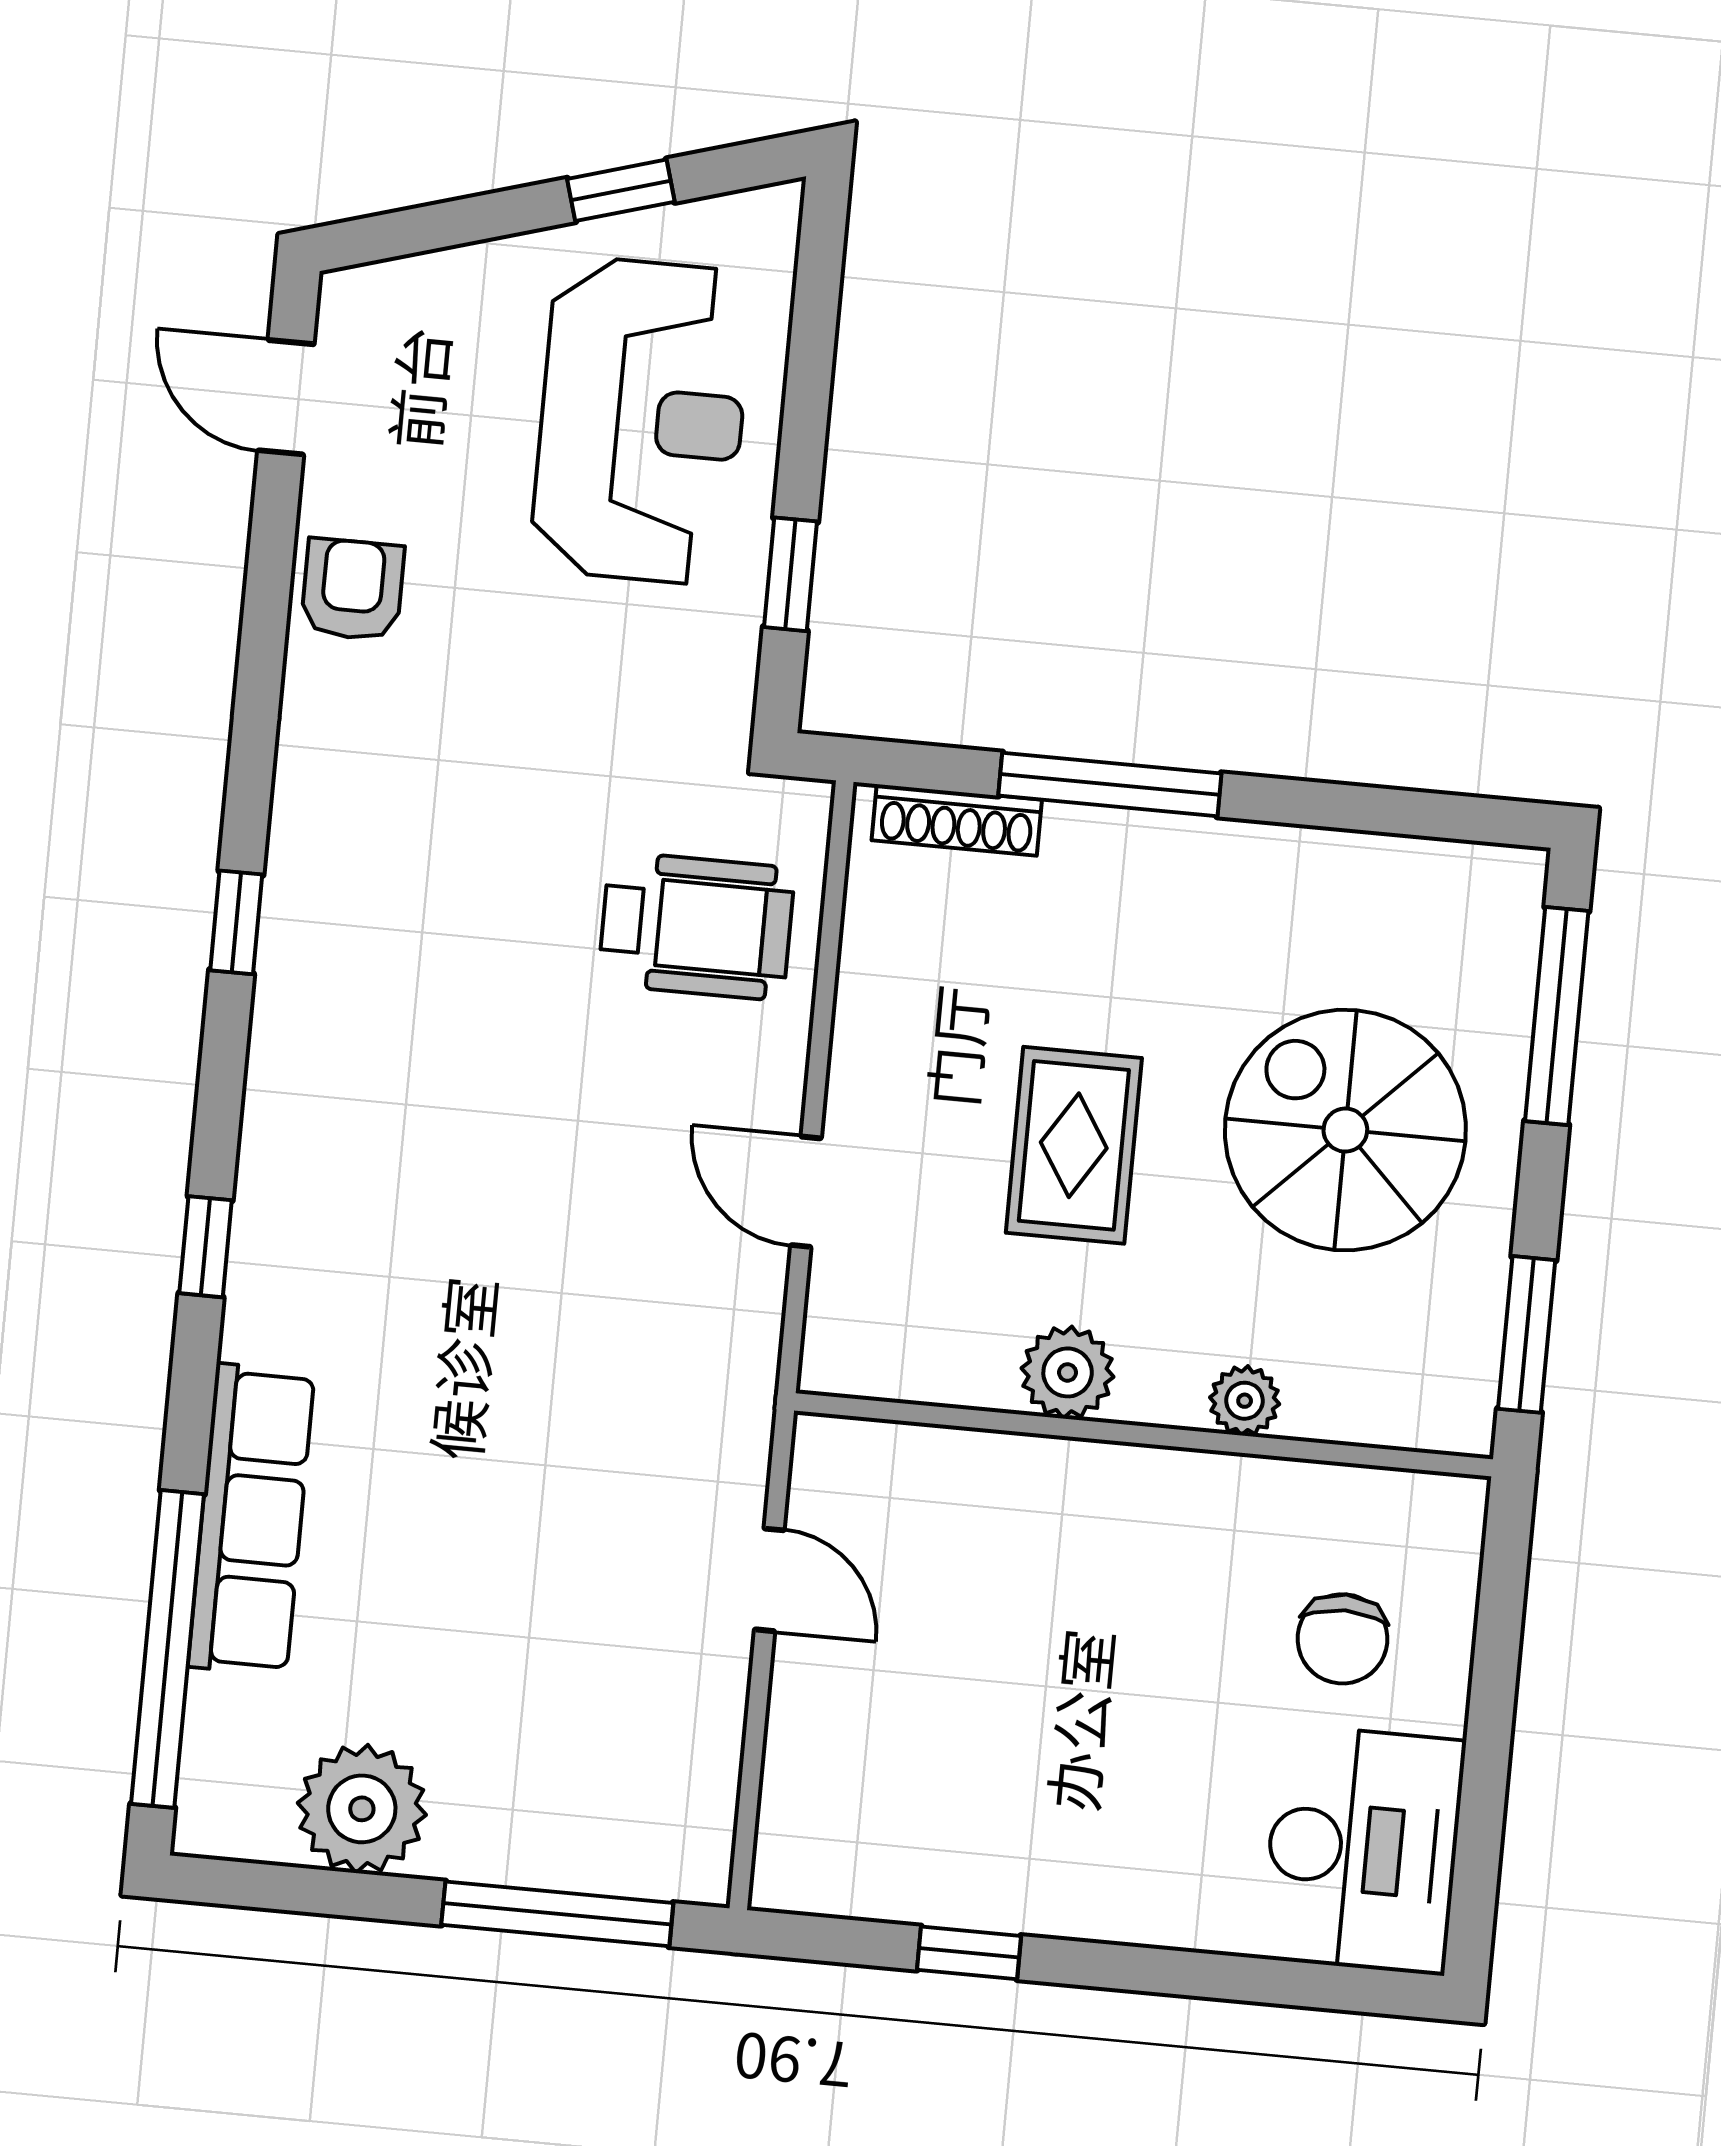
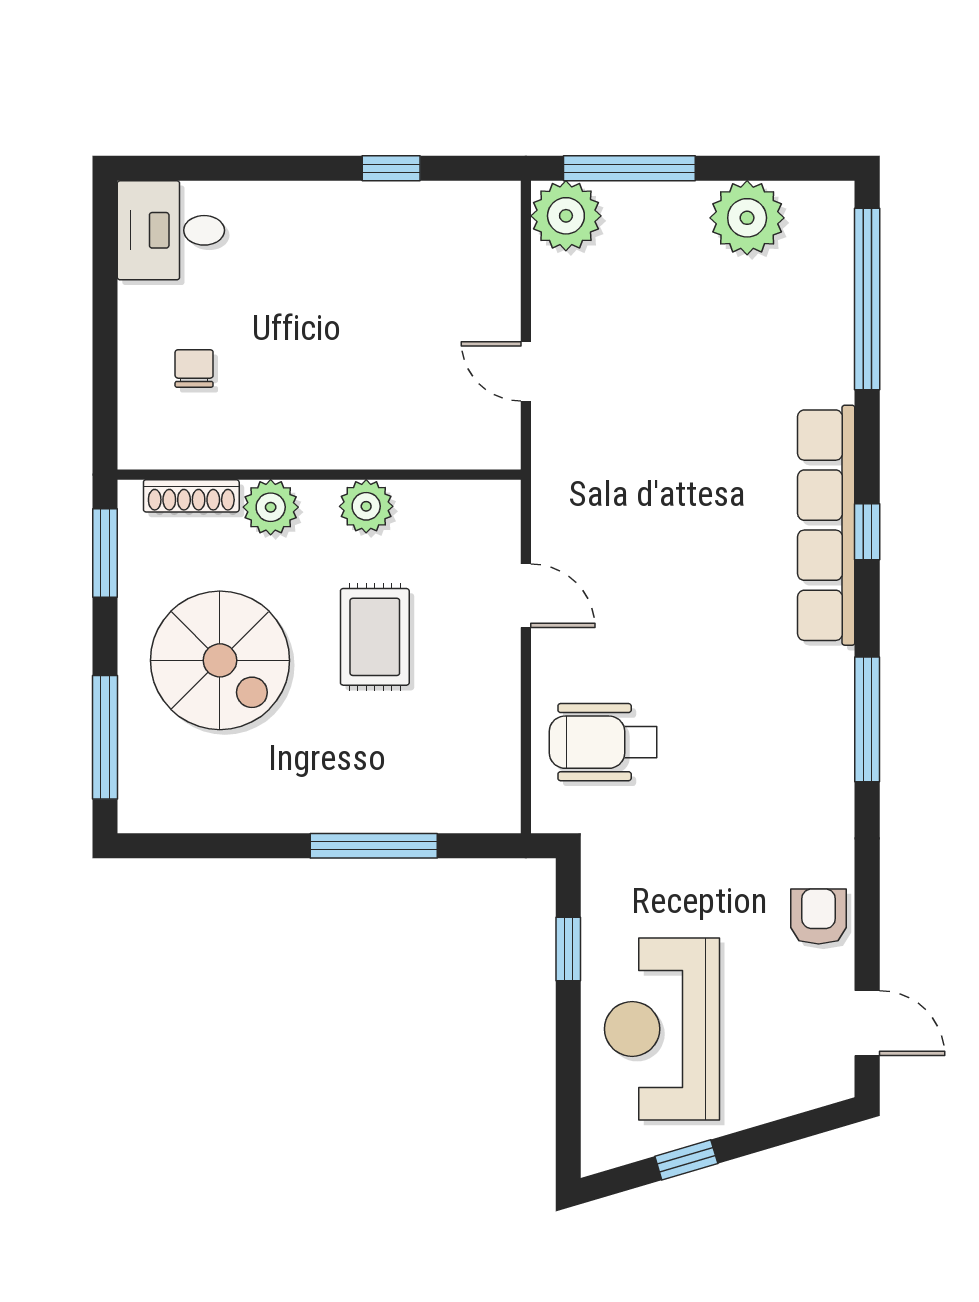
armchair: (353, 589) -> (819, 916), turned 180
shoe rack: (957, 820) -> (191, 496), moved, turned 180
window: (236, 922) -> (867, 719), width x2.17
plant: (1245, 1401) -> (271, 507), width x1.38, depth x1.38
row of seats: (251, 1519) -> (826, 525), moved, width x1.36
chair: (1342, 1639) -> (194, 368), width x0.73, depth x0.73
plant: (675, 1842) -> (566, 216), added
desk: (1363, 1850) -> (171, 230), width x0.73

